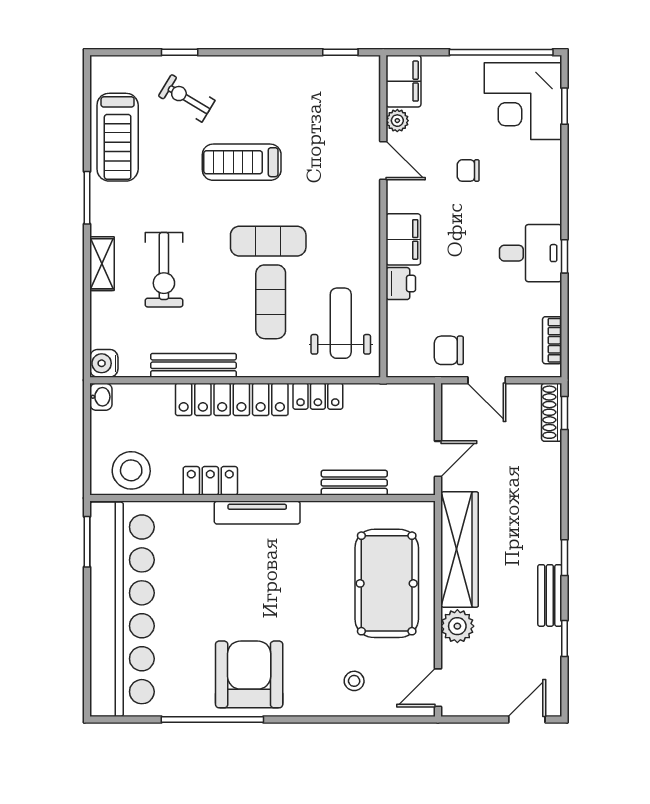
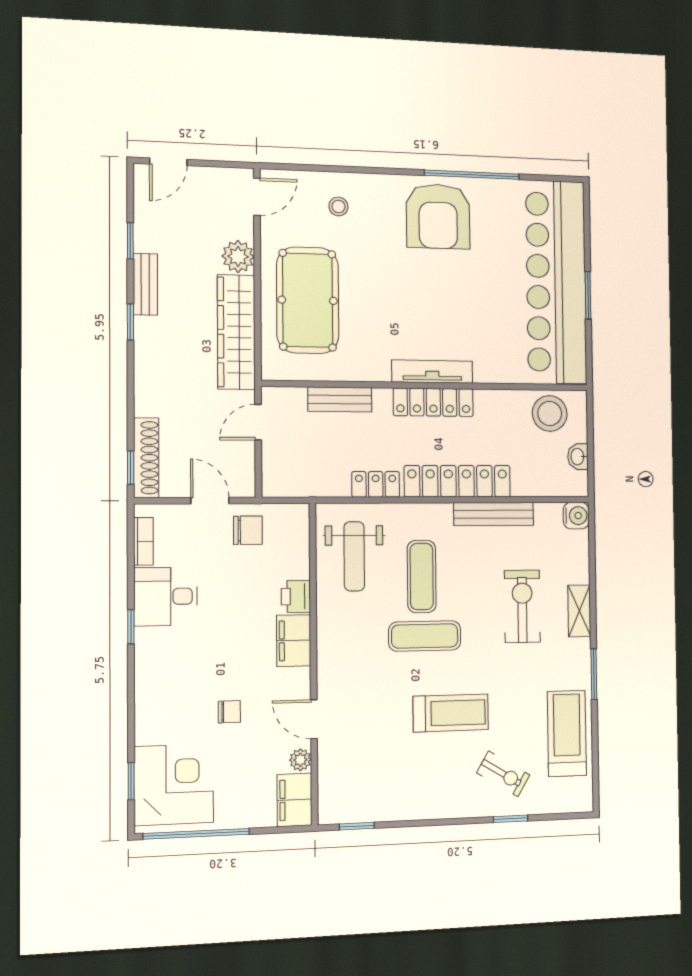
desk: (531, 253) -> (166, 596), moved
washbasin: (101, 397) -> (578, 457), moved
shoe rack: (552, 412) -> (146, 458), width x1.36, depth x1.24
locker: (210, 481) -> (433, 402), moved, width x1.53
window: (87, 542) -> (588, 295), moved

